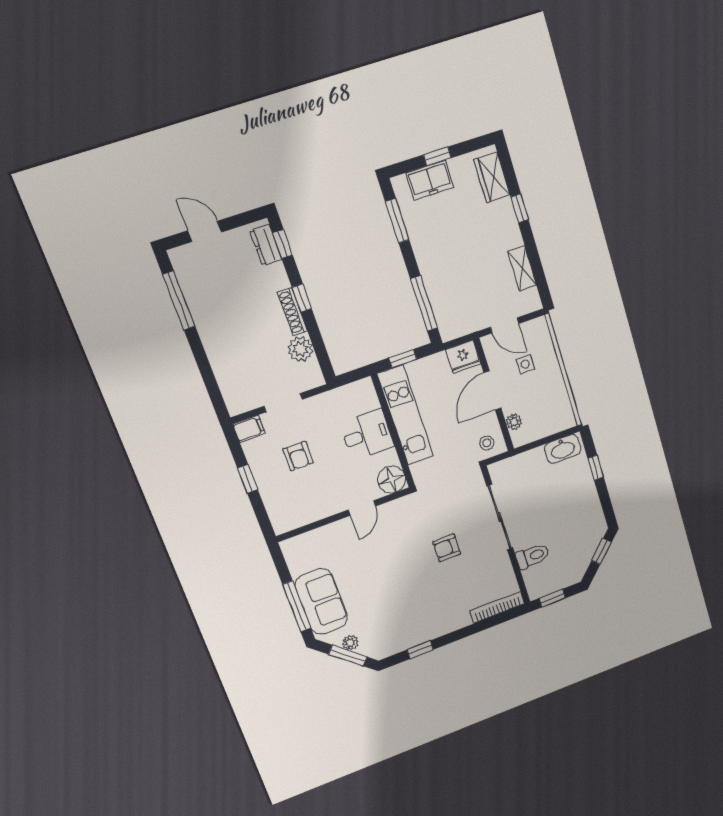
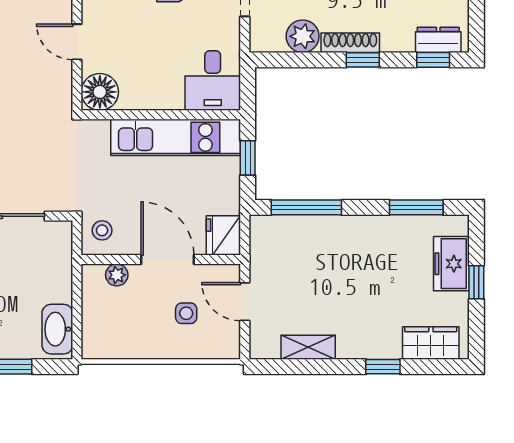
door: (505, 325) -> (245, 302), hinge flipped
desk: (367, 435) -> (213, 81), moved

